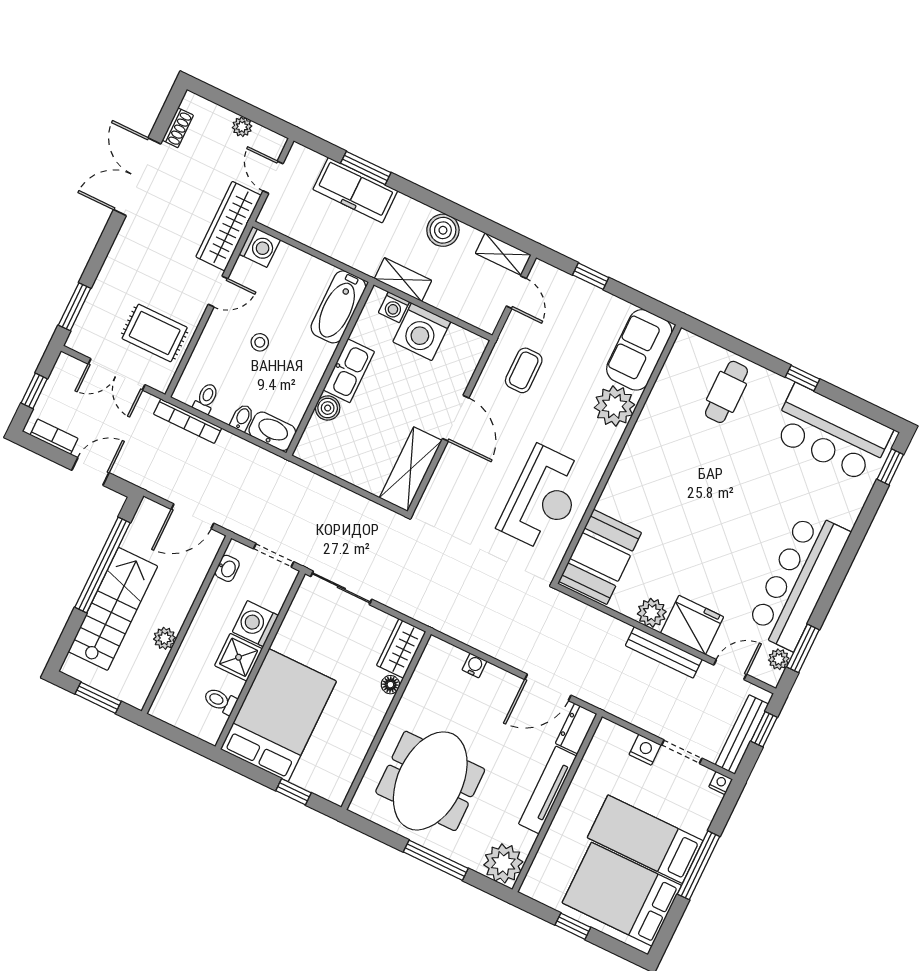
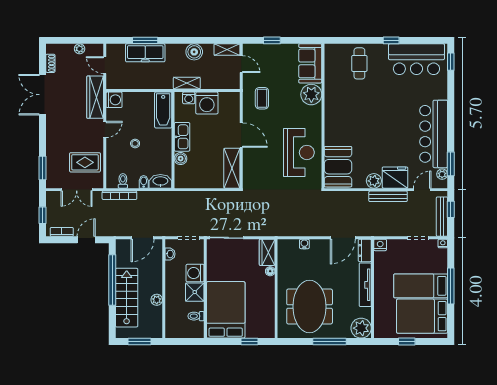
nightstand: (645, 750) -> (380, 245), moved

